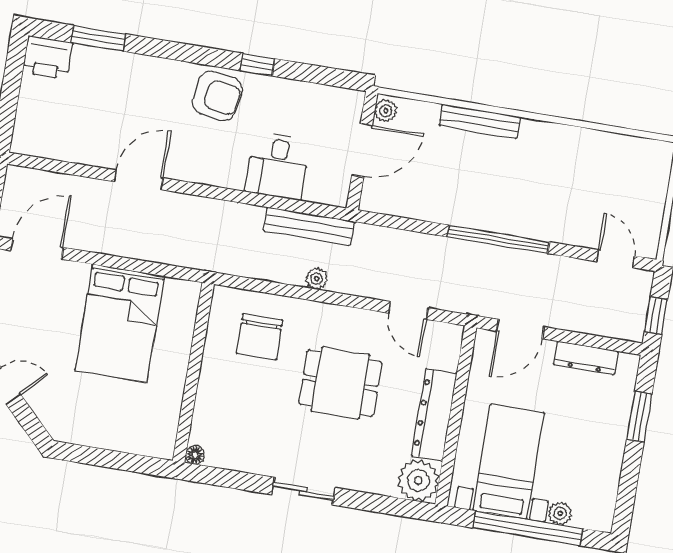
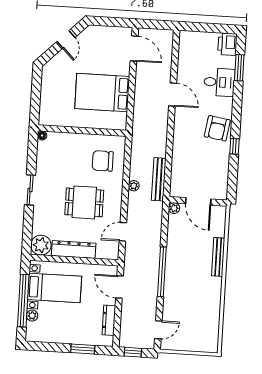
plant: (386, 111) -> (174, 208), moved
desk: (278, 166) -> (219, 82), moved, turned 180
dining table: (340, 383) -> (84, 202), turned 90

